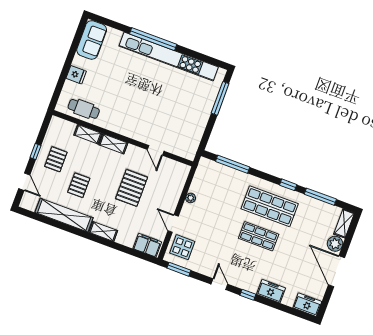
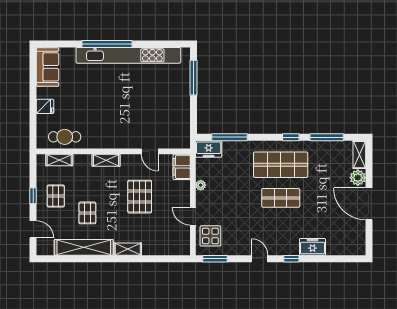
shelving: (88, 134) -> (59, 160), moved
filing cabinet: (147, 245) -> (182, 167), moved, turned -90
freezer: (307, 305) -> (209, 149), moved, turned 180

